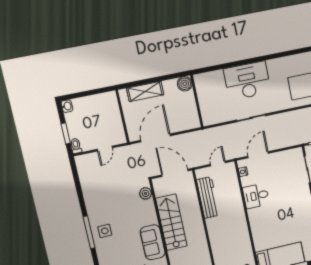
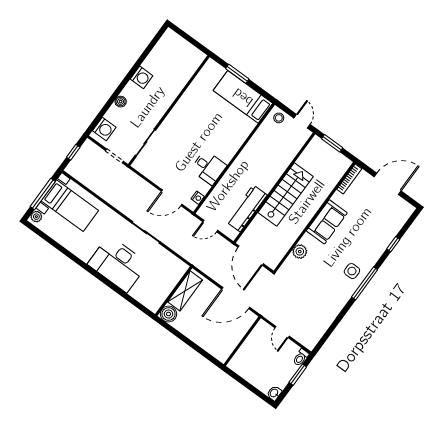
shelving: (145, 91) -> (185, 291), moved, turned 90
door: (105, 149) -> (282, 332), swing flipped
plant: (146, 193) -> (300, 252), moved
stairs: (171, 222) -> (286, 194), moved, turned 180

